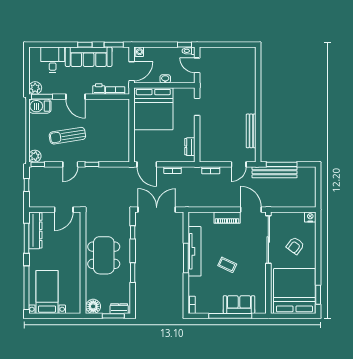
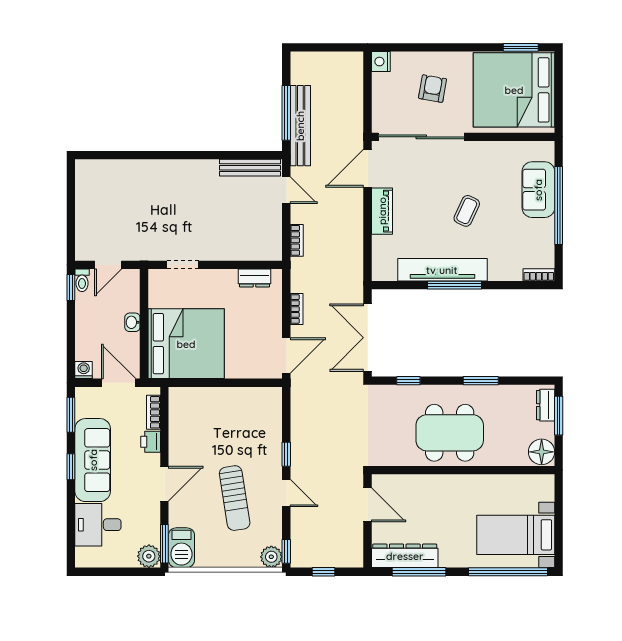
bench: (251, 131) -> (250, 168), moved
armchair: (295, 246) -> (433, 89), turned -117

